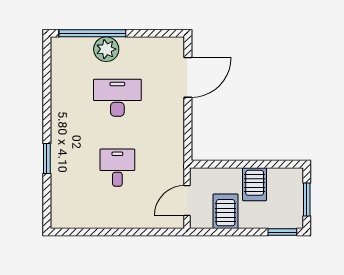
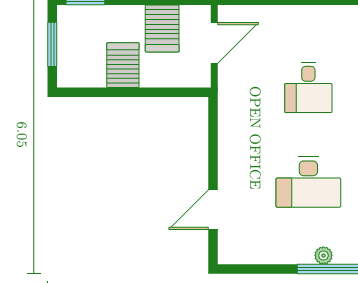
plant: (106, 49) -> (323, 255), width x0.53, depth x0.53
door: (188, 77) -> (213, 210), width x0.73

